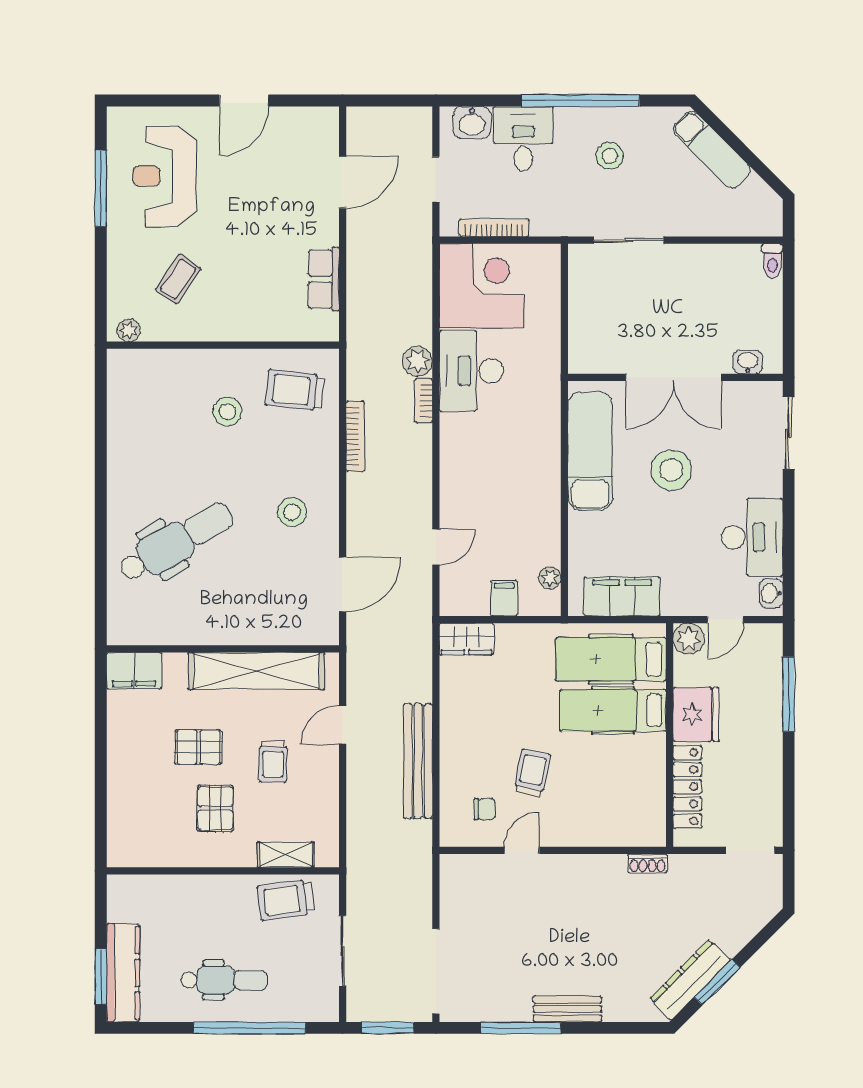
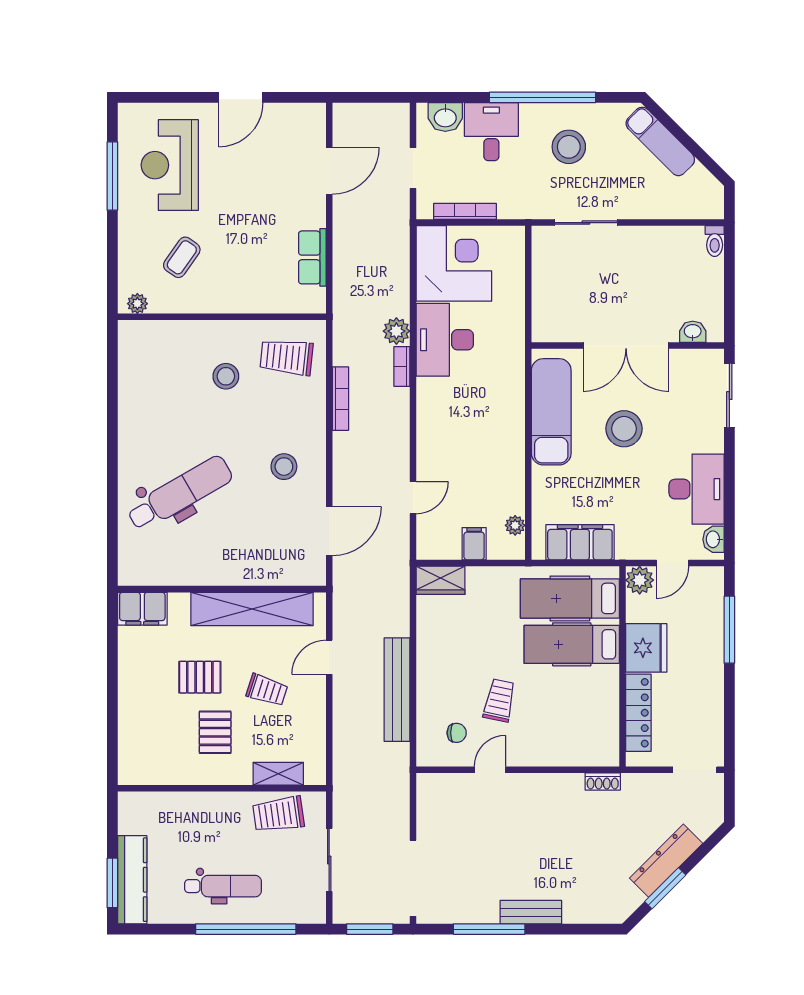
stool: (610, 156) -> (569, 147), width x1.38, depth x1.38
trolley: (273, 761) -> (267, 690), turned -72
dresser: (690, 980) -> (666, 861), moved

